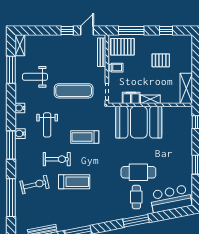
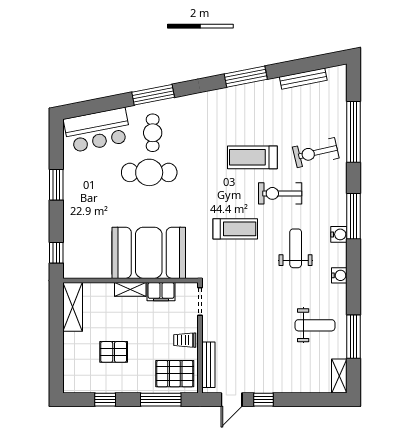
exercise mat: (74, 91) -> (253, 303), removed

